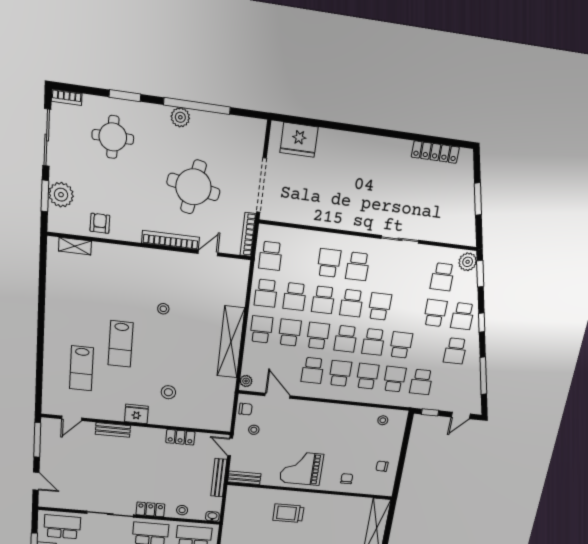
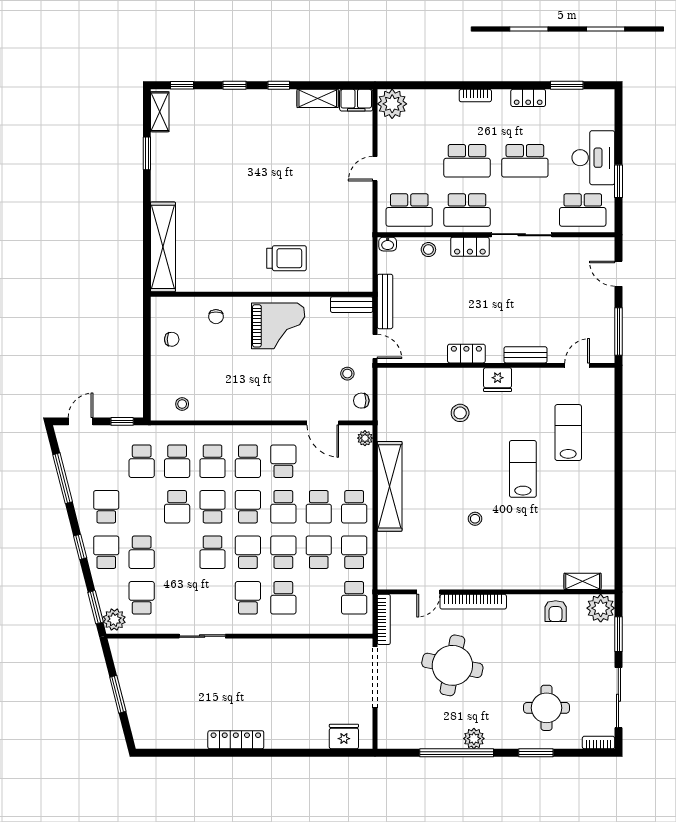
fridge: (299, 140) -> (344, 737), width x0.73, depth x0.75
locker: (435, 152) -> (236, 740), moved
plant: (61, 195) -> (601, 608), moved
school desk: (271, 256) -> (354, 598), turned 180
school desk: (421, 382) -> (142, 461), turned 180
locker: (180, 437) -> (466, 354), moved

